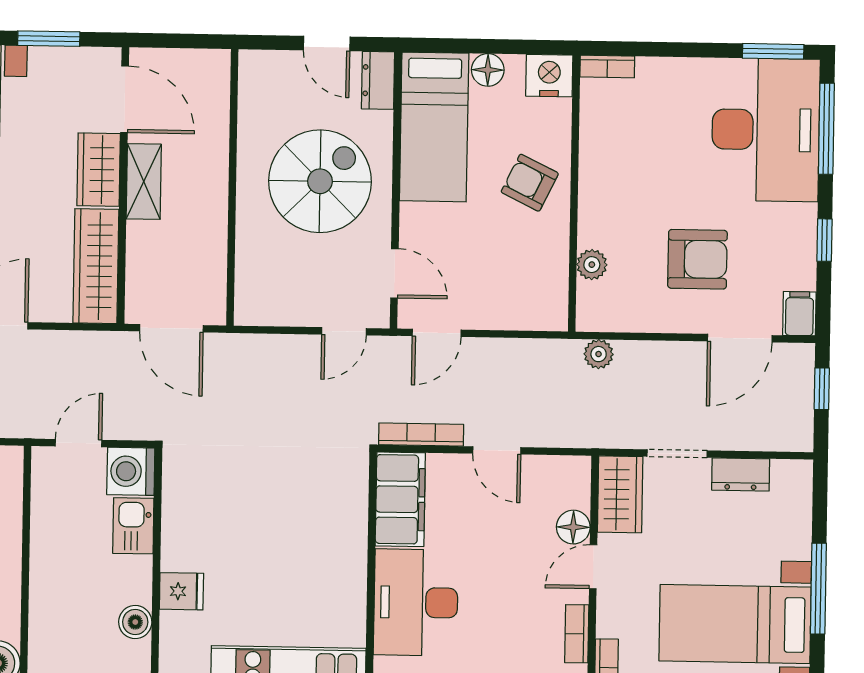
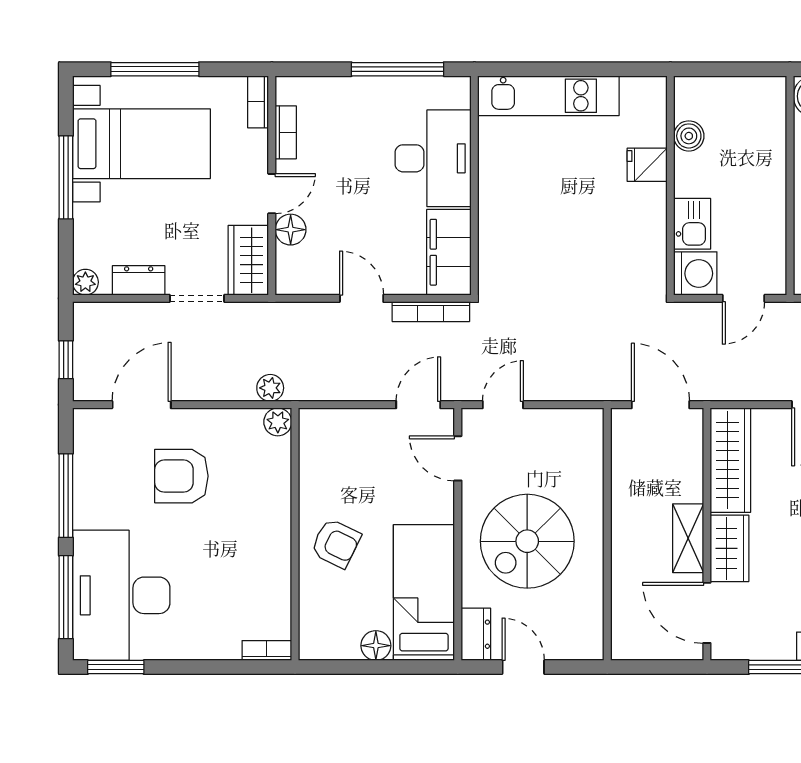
nightstand: (549, 76) -> (320, 641), removed
window: (824, 240) -> (66, 496), width x2.17
plant: (592, 265) -> (278, 422), moved
filing cabinet: (799, 314) -> (88, 428), removed
plant: (799, 473) -> (85, 282), added

